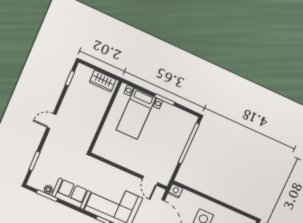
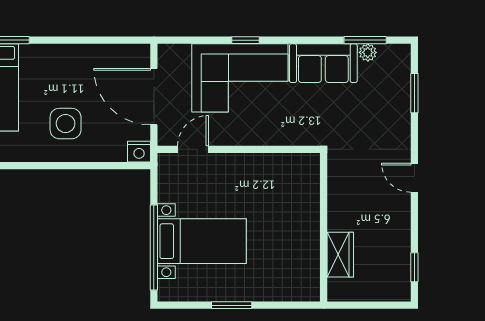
wardrobe: (103, 81) -> (340, 255), moved, turned 90
bed with nightstands: (136, 114) -> (202, 241), moved, turned 90
door: (52, 121) -> (414, 178), swing flipped
door: (150, 181) -> (193, 149), hinge flipped

